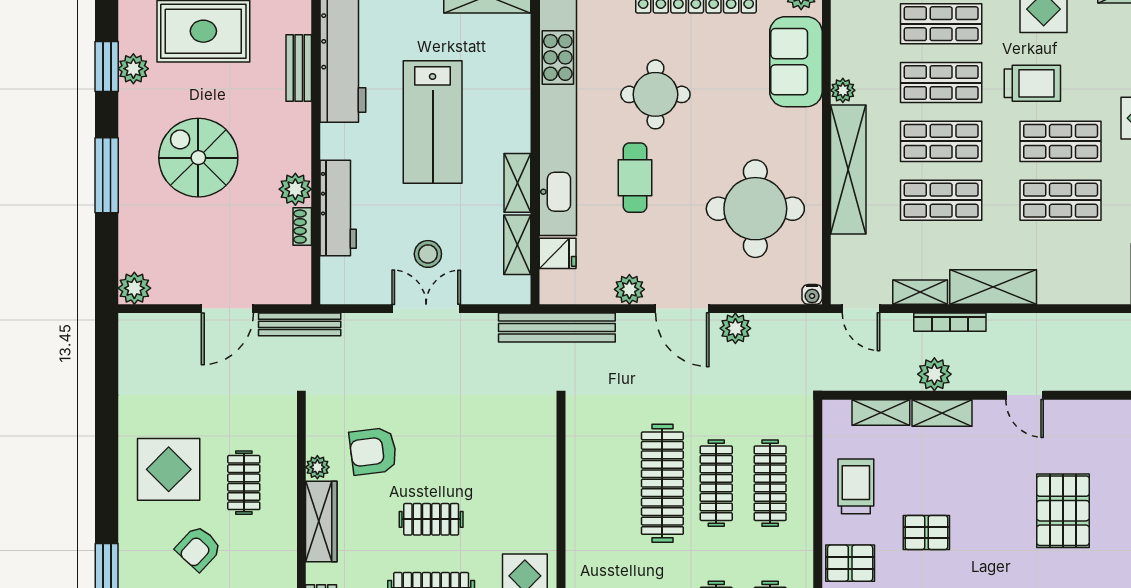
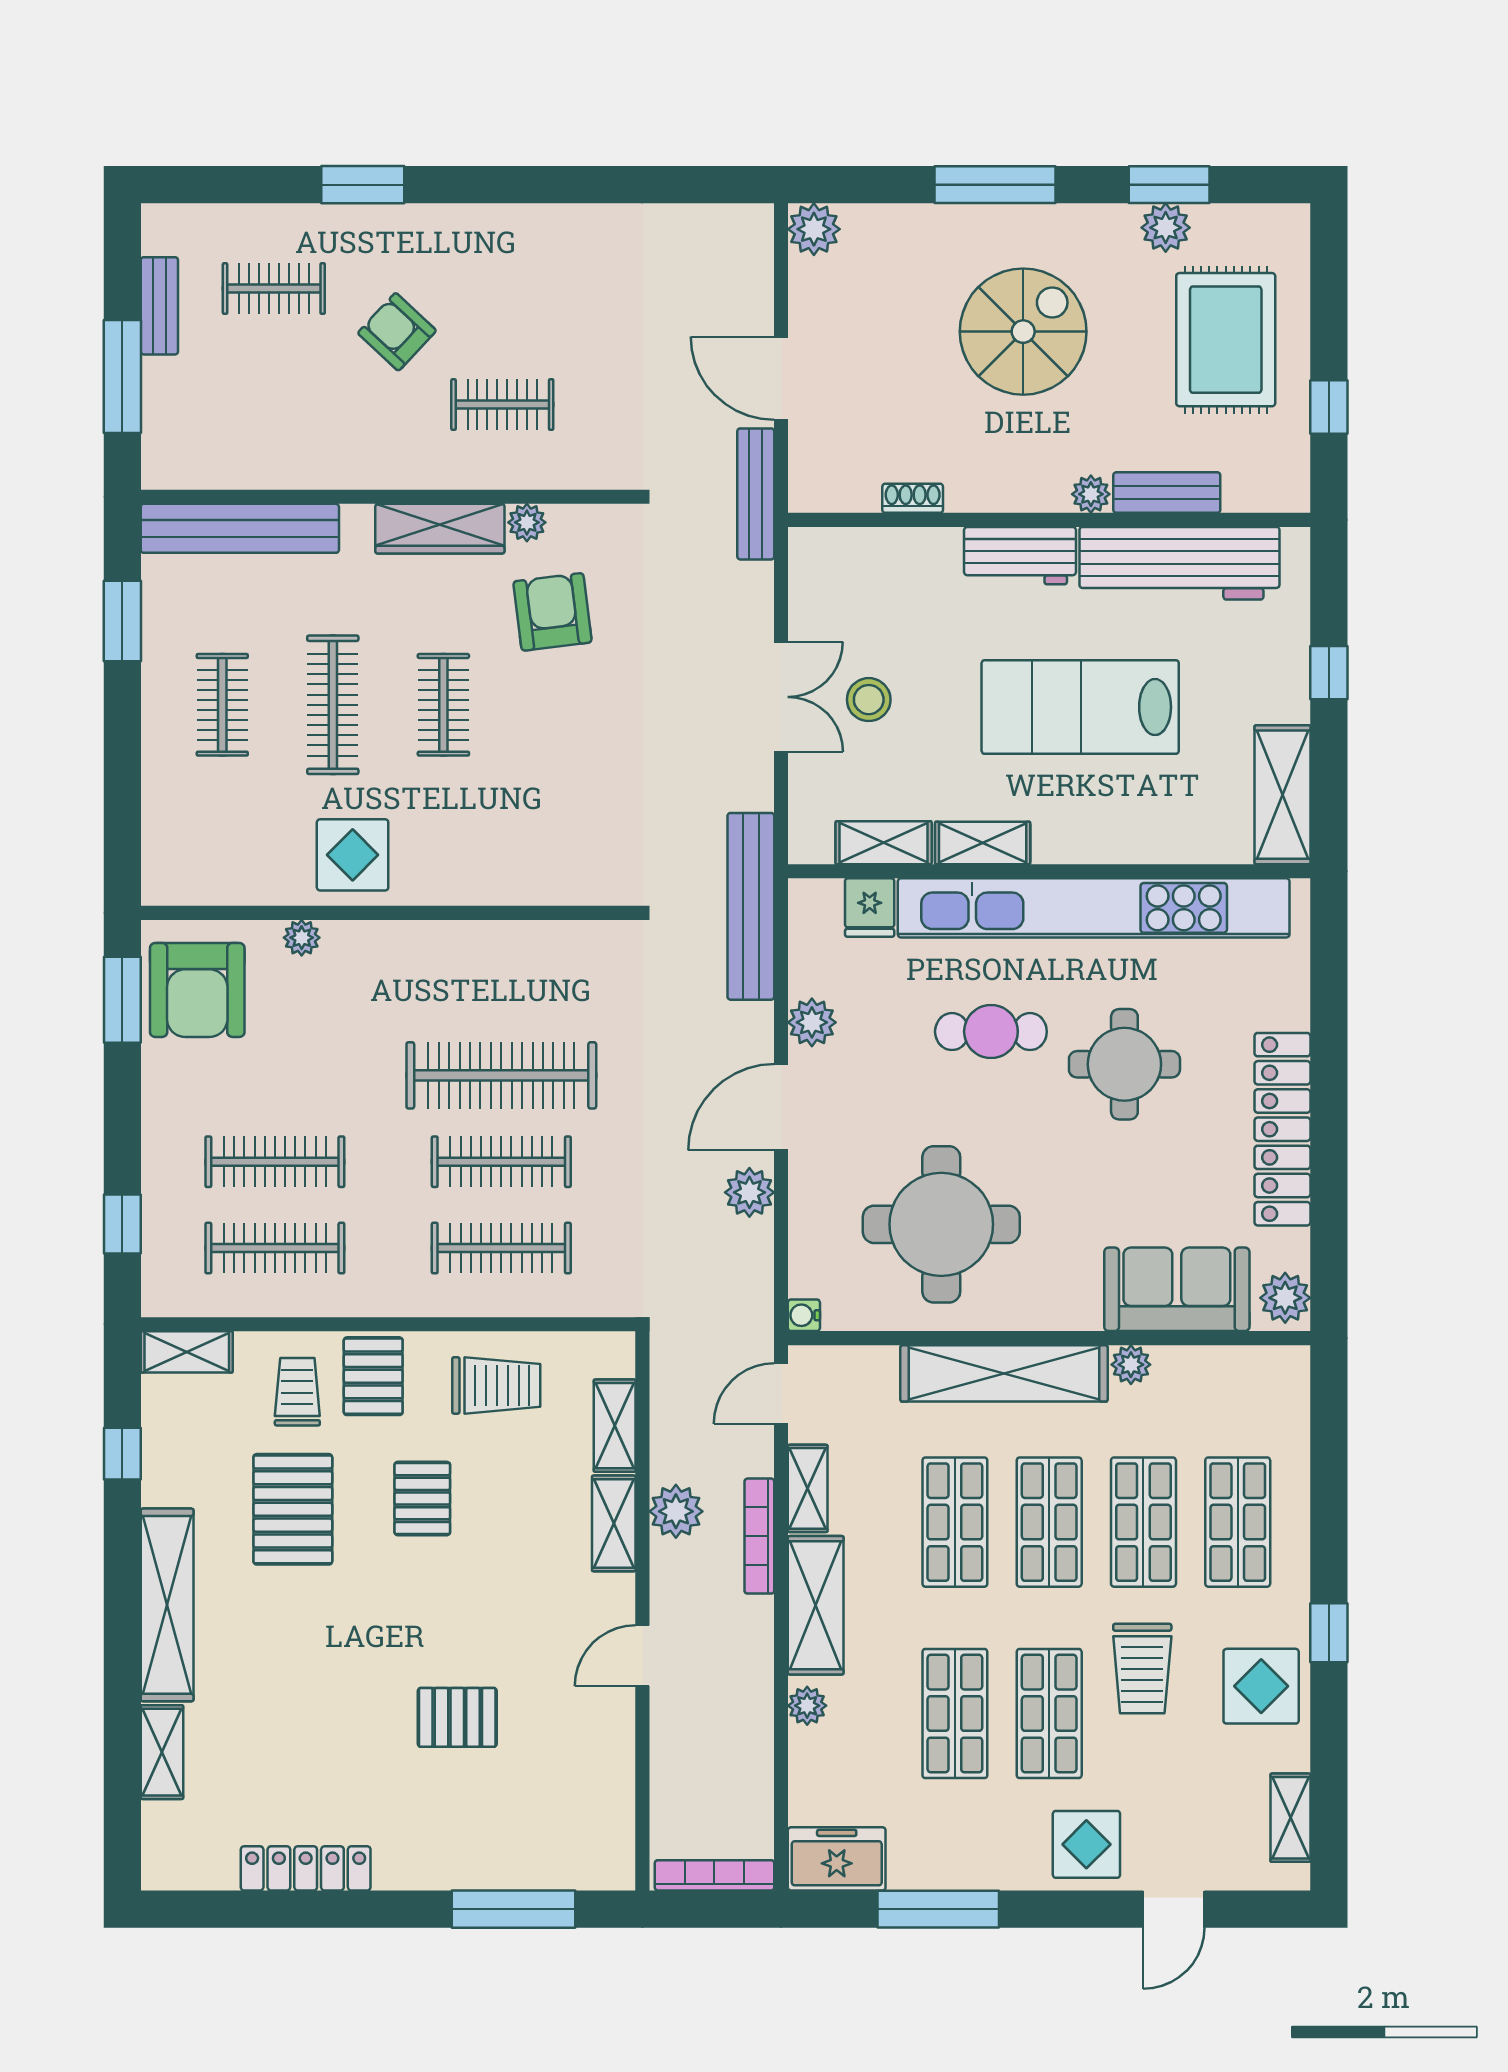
plant: (295, 189) -> (1091, 494), moved, width x0.73, depth x0.73
workbench: (338, 208) -> (1020, 556), moved, width x0.73
plant: (1056, 292) -> (807, 1706), added
display table: (169, 469) -> (523, 284), removed
pallet: (1063, 511) -> (457, 1717), width x0.67, depth x0.71

